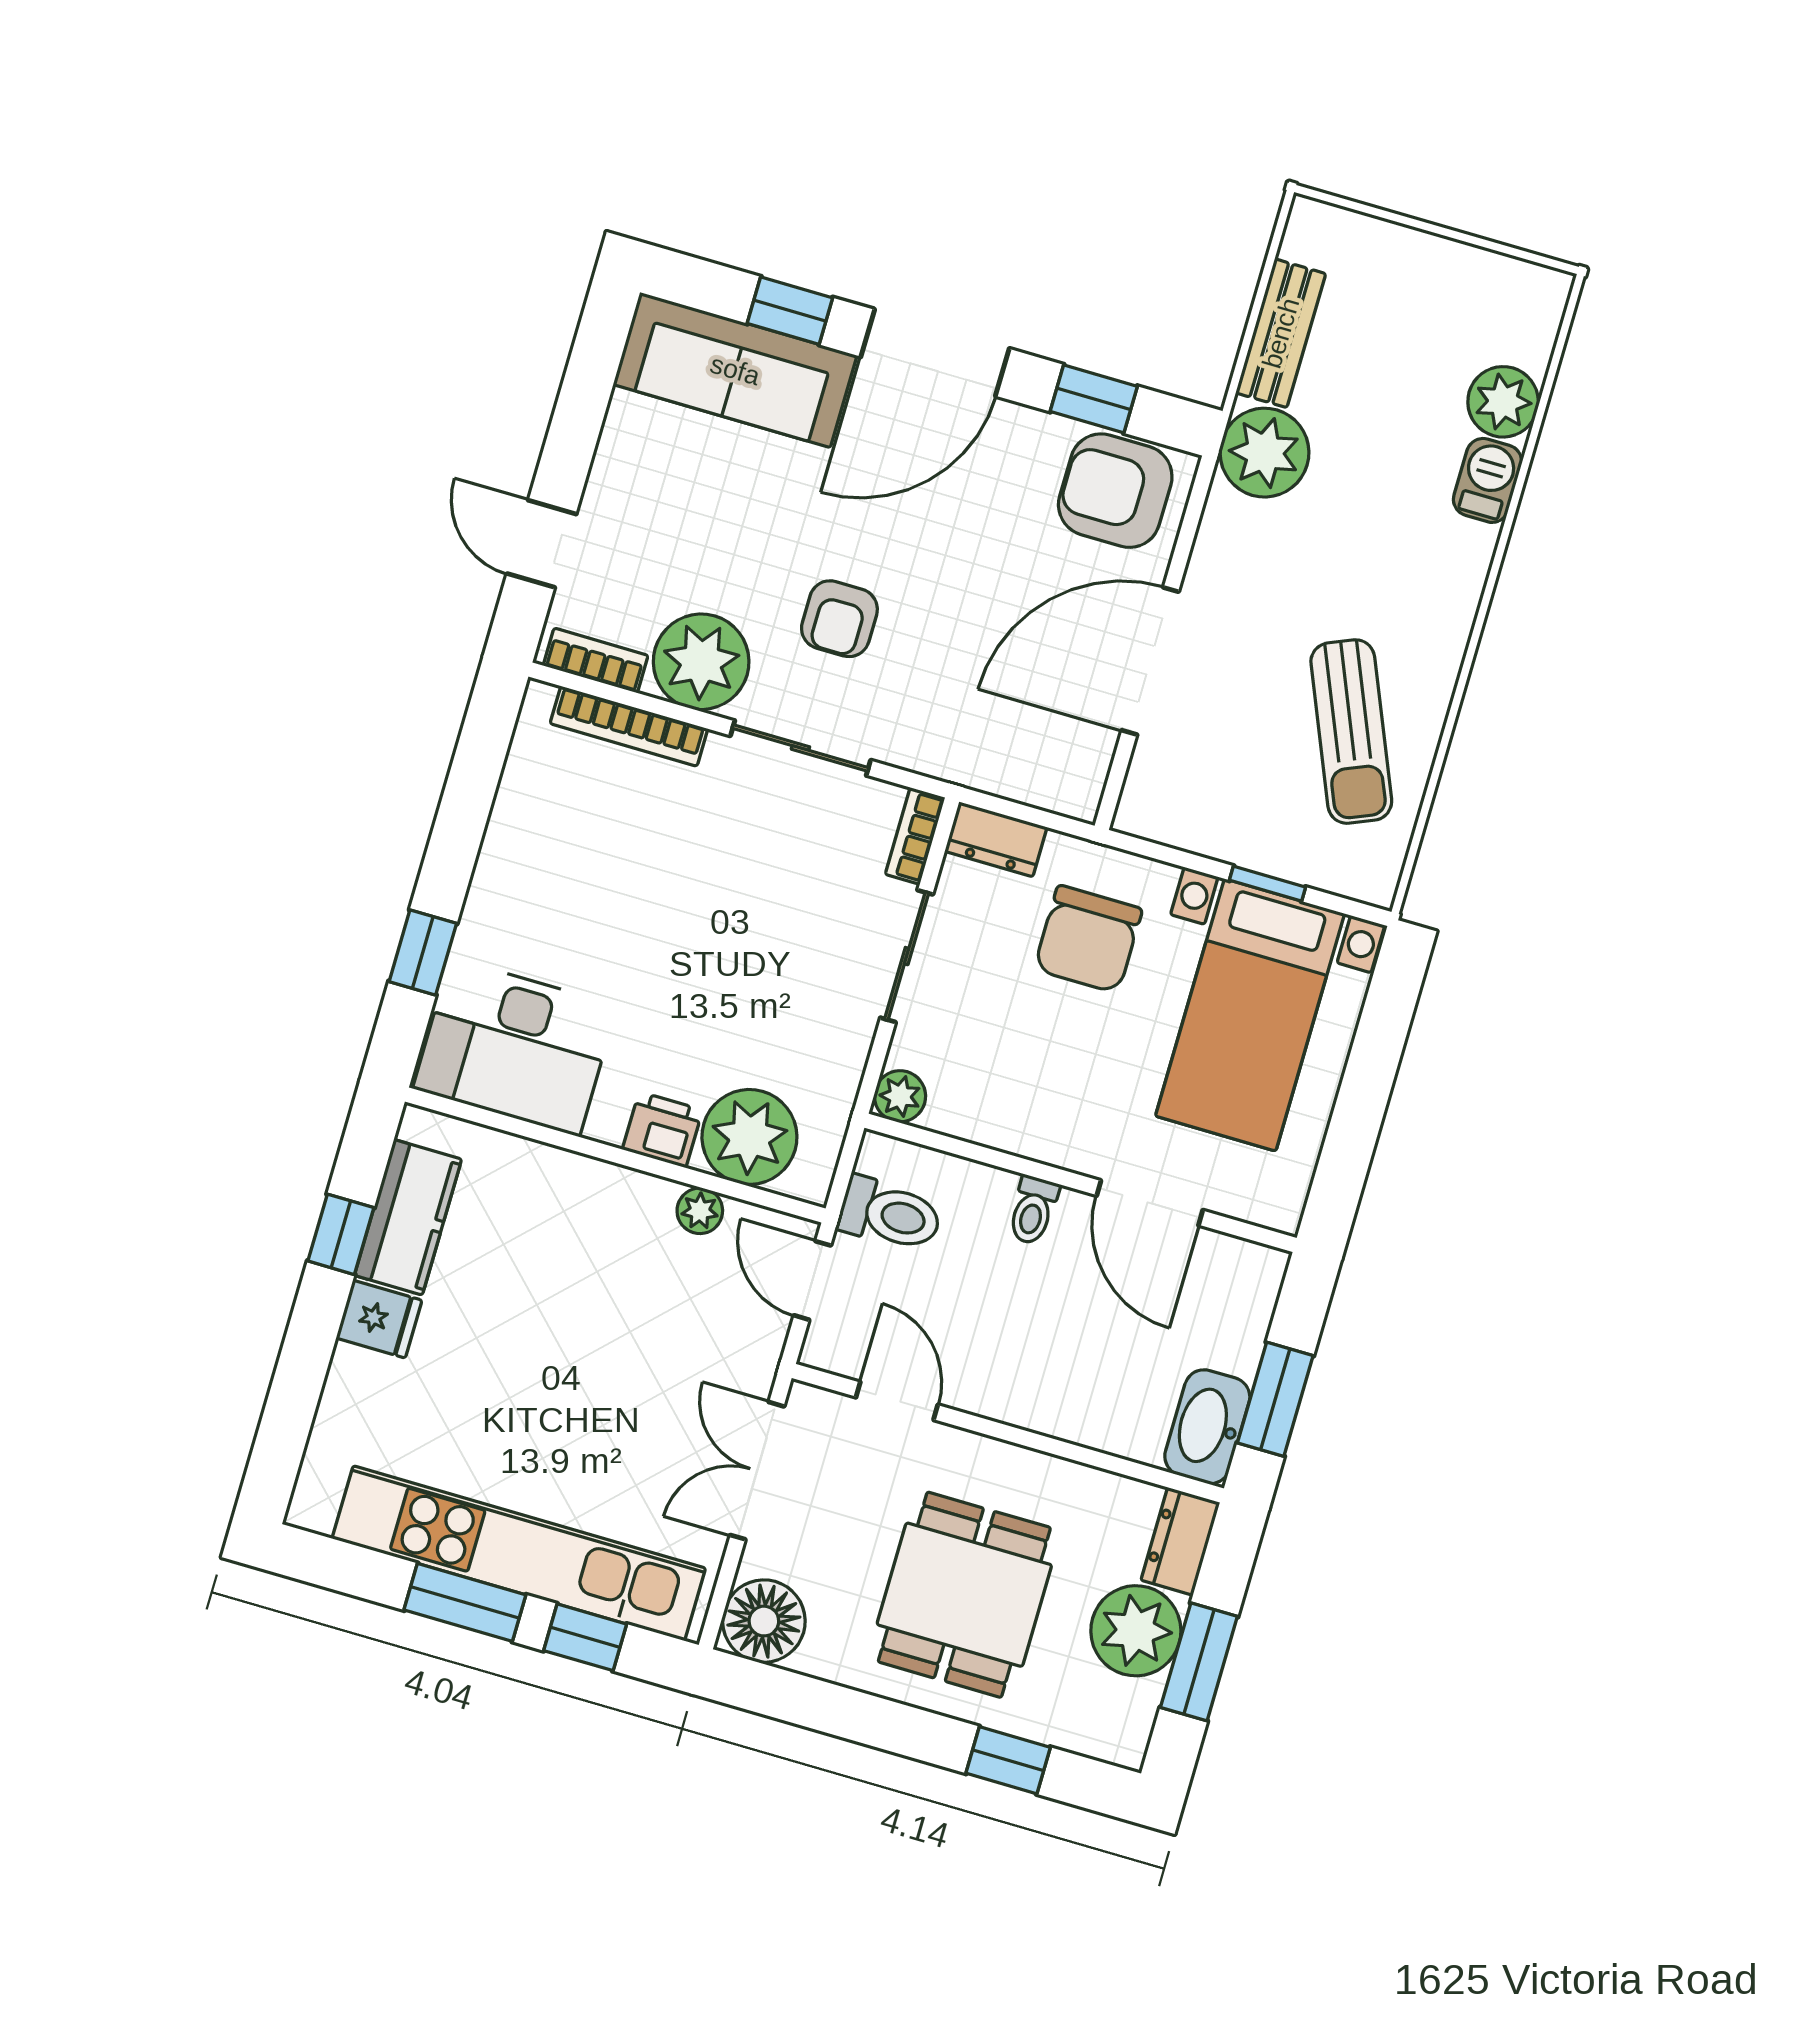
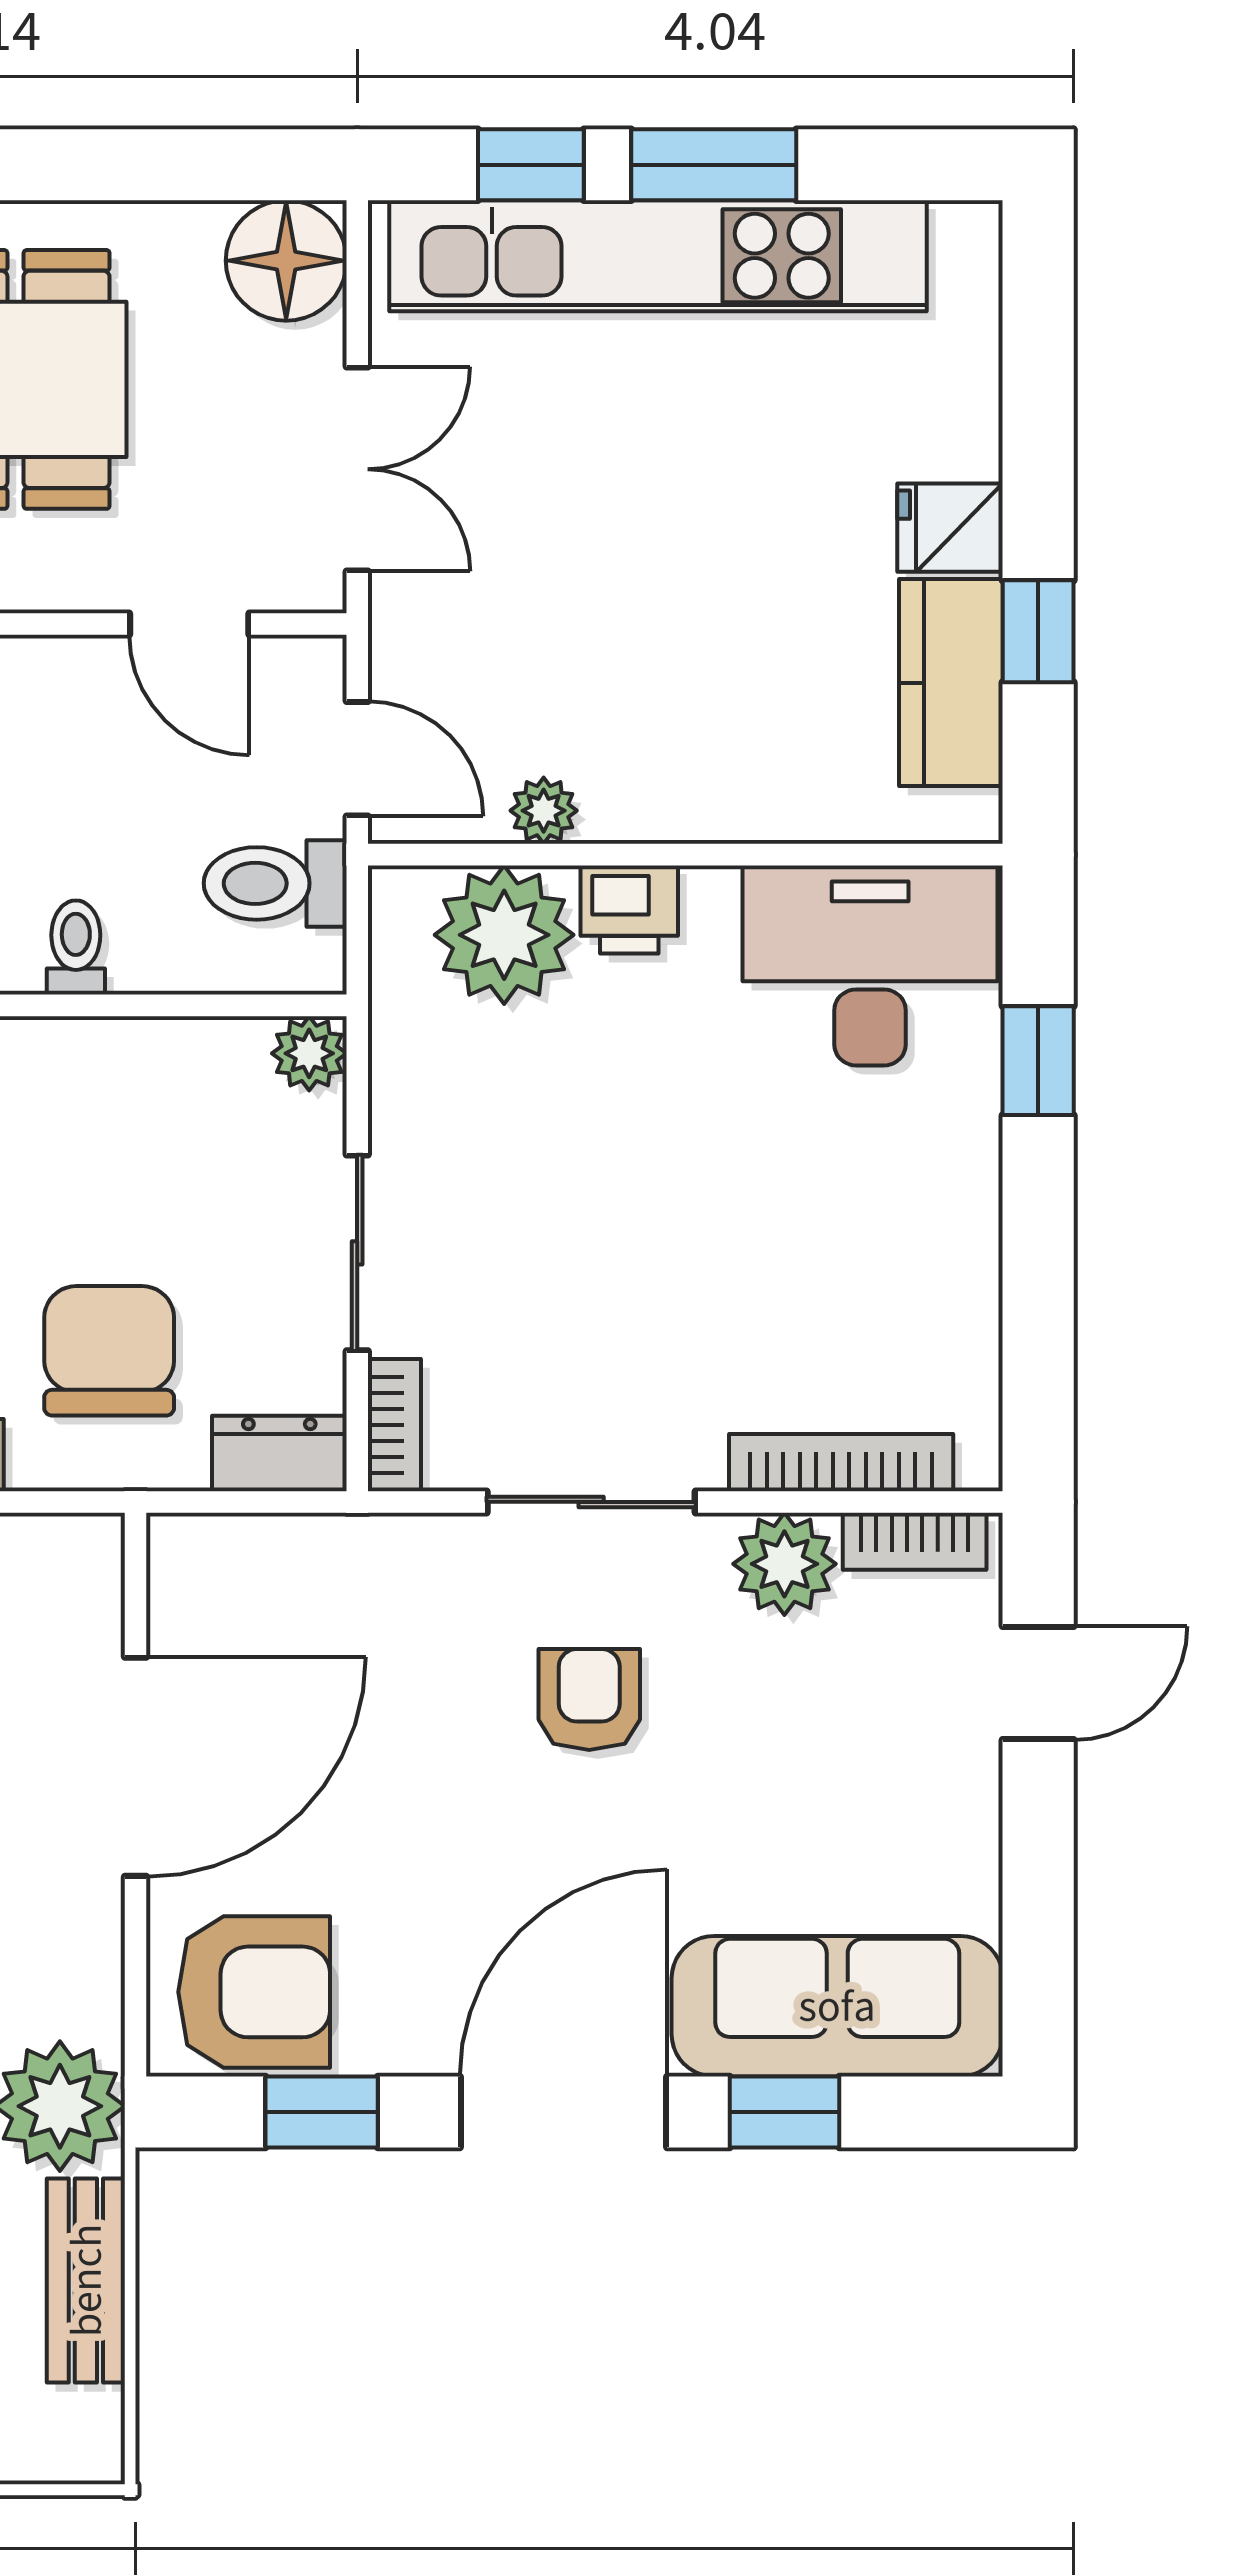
door: (542, 544) -> (1038, 1683), hinge flipped
plant: (701, 662) -> (784, 1564), width x0.73, depth x0.73

